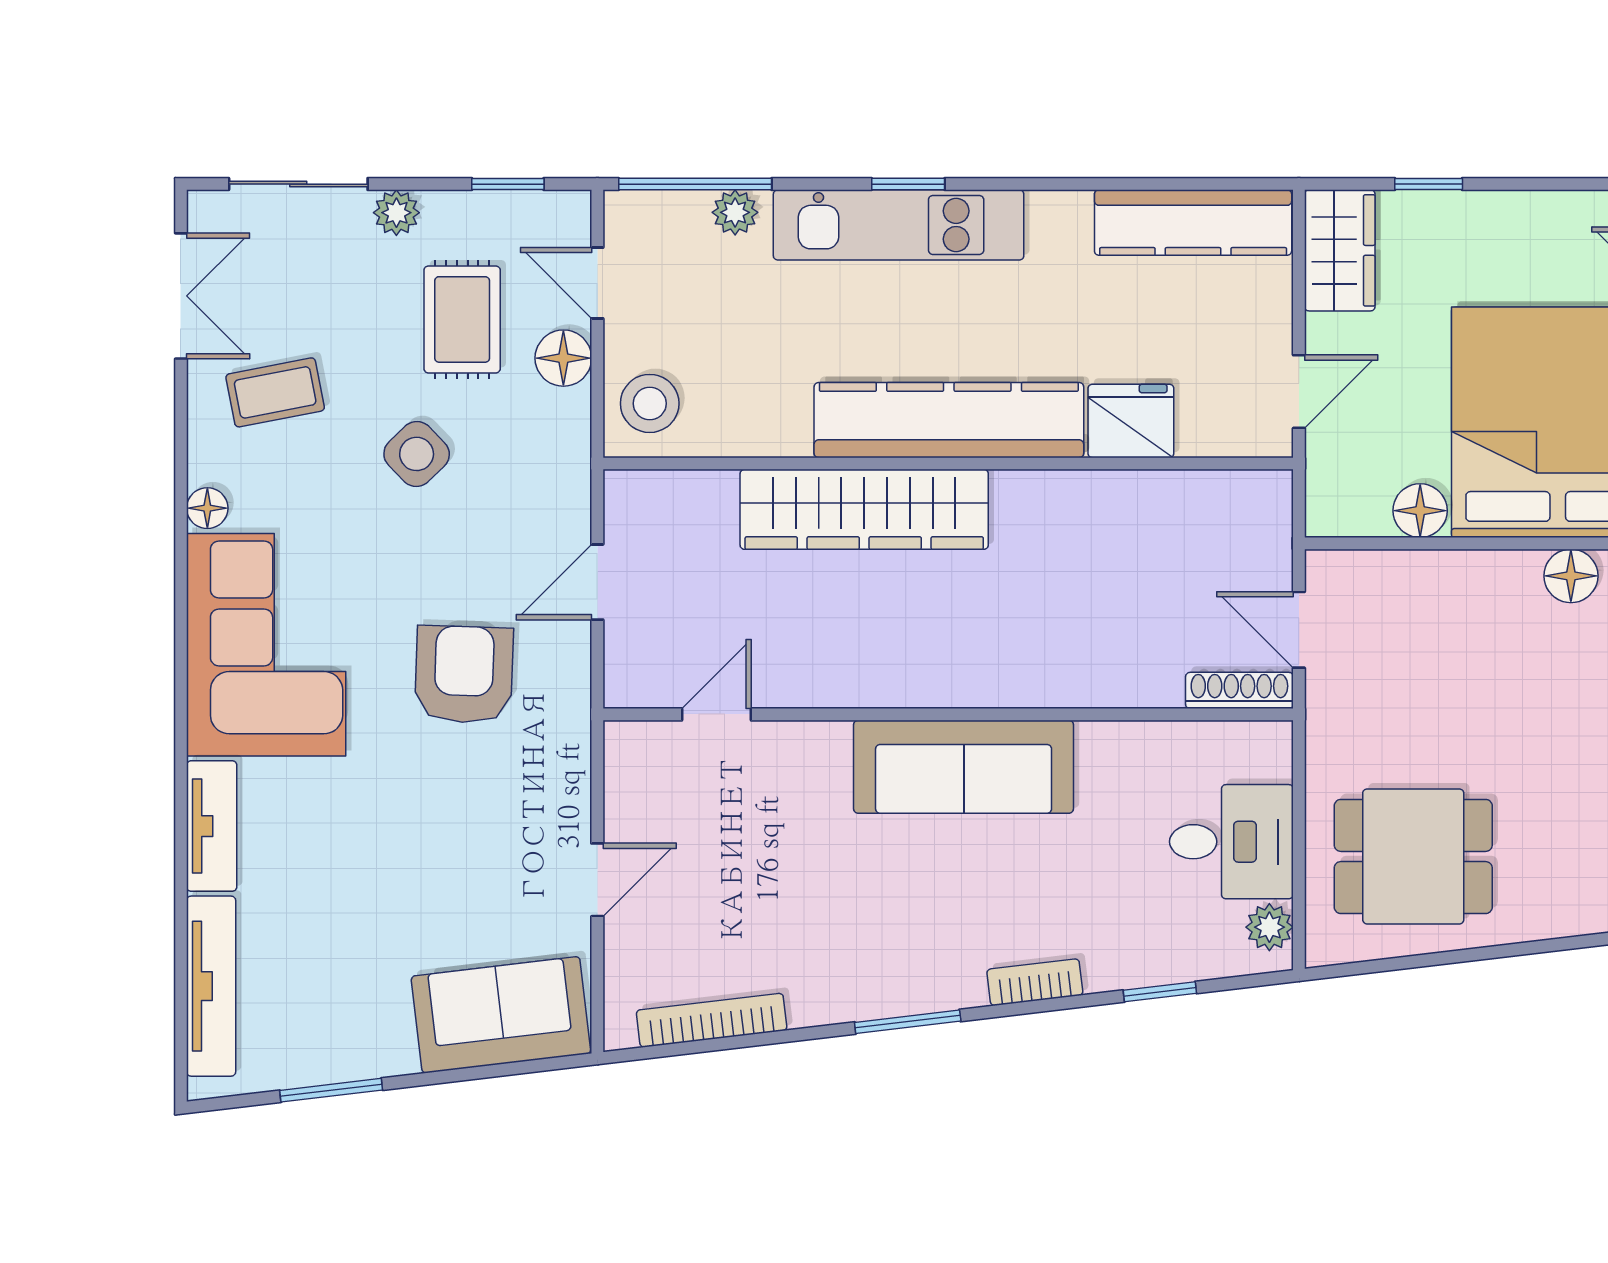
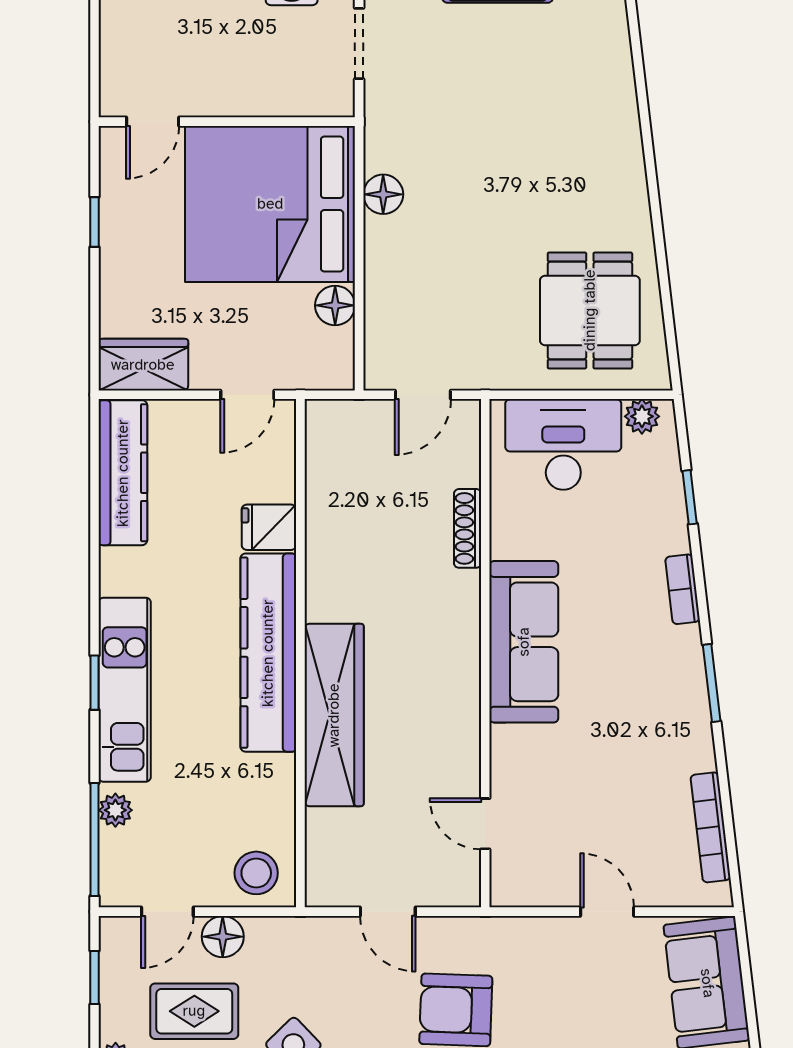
window: (1429, 184) -> (94, 222), moved
door: (1299, 392) -> (247, 395), swing flipped
fridge: (1131, 421) -> (269, 527), width x0.72
shoe rack: (1239, 690) -> (468, 528), moved
desk: (1231, 842) -> (563, 444), width x1.37

